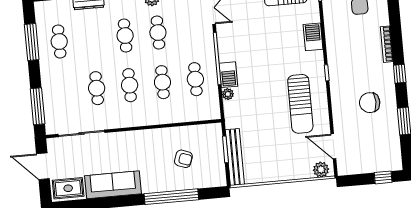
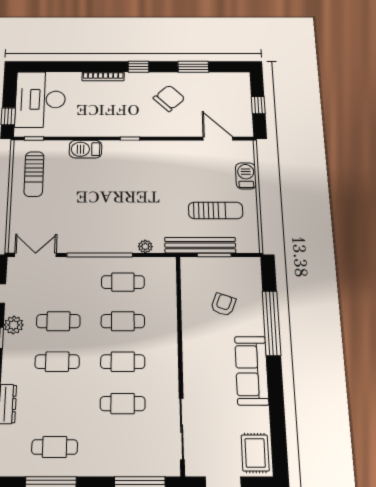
barbecue: (228, 75) -> (246, 176), moved, turned -90
chair: (370, 103) -> (169, 98), turned -134
sun lounger: (300, 104) -> (216, 210), moved, width x0.73, depth x0.75
door: (333, 146) -> (218, 139), swing flipped
bench: (235, 157) -> (200, 245), moved
plant: (321, 170) -> (245, 154), removed
window: (383, 177) -> (258, 105), moved
sofa: (113, 185) -> (252, 370), moved

